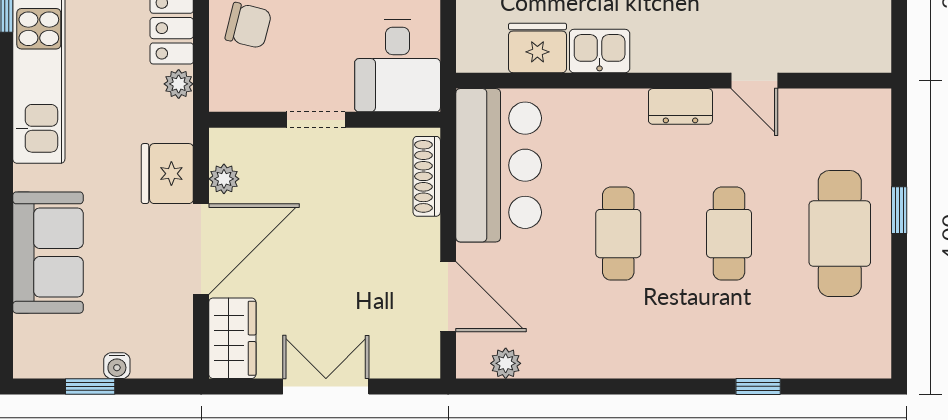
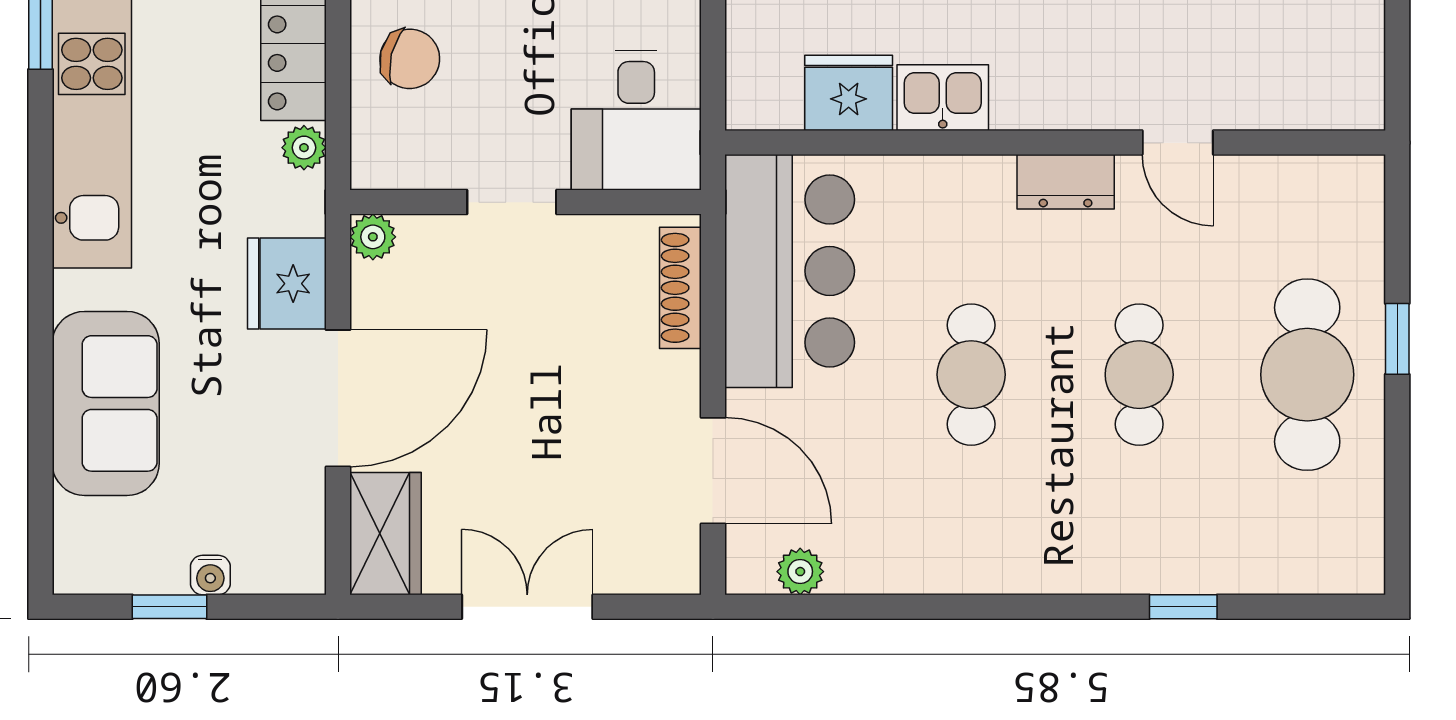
plant: (224, 179) -> (373, 237), moved

